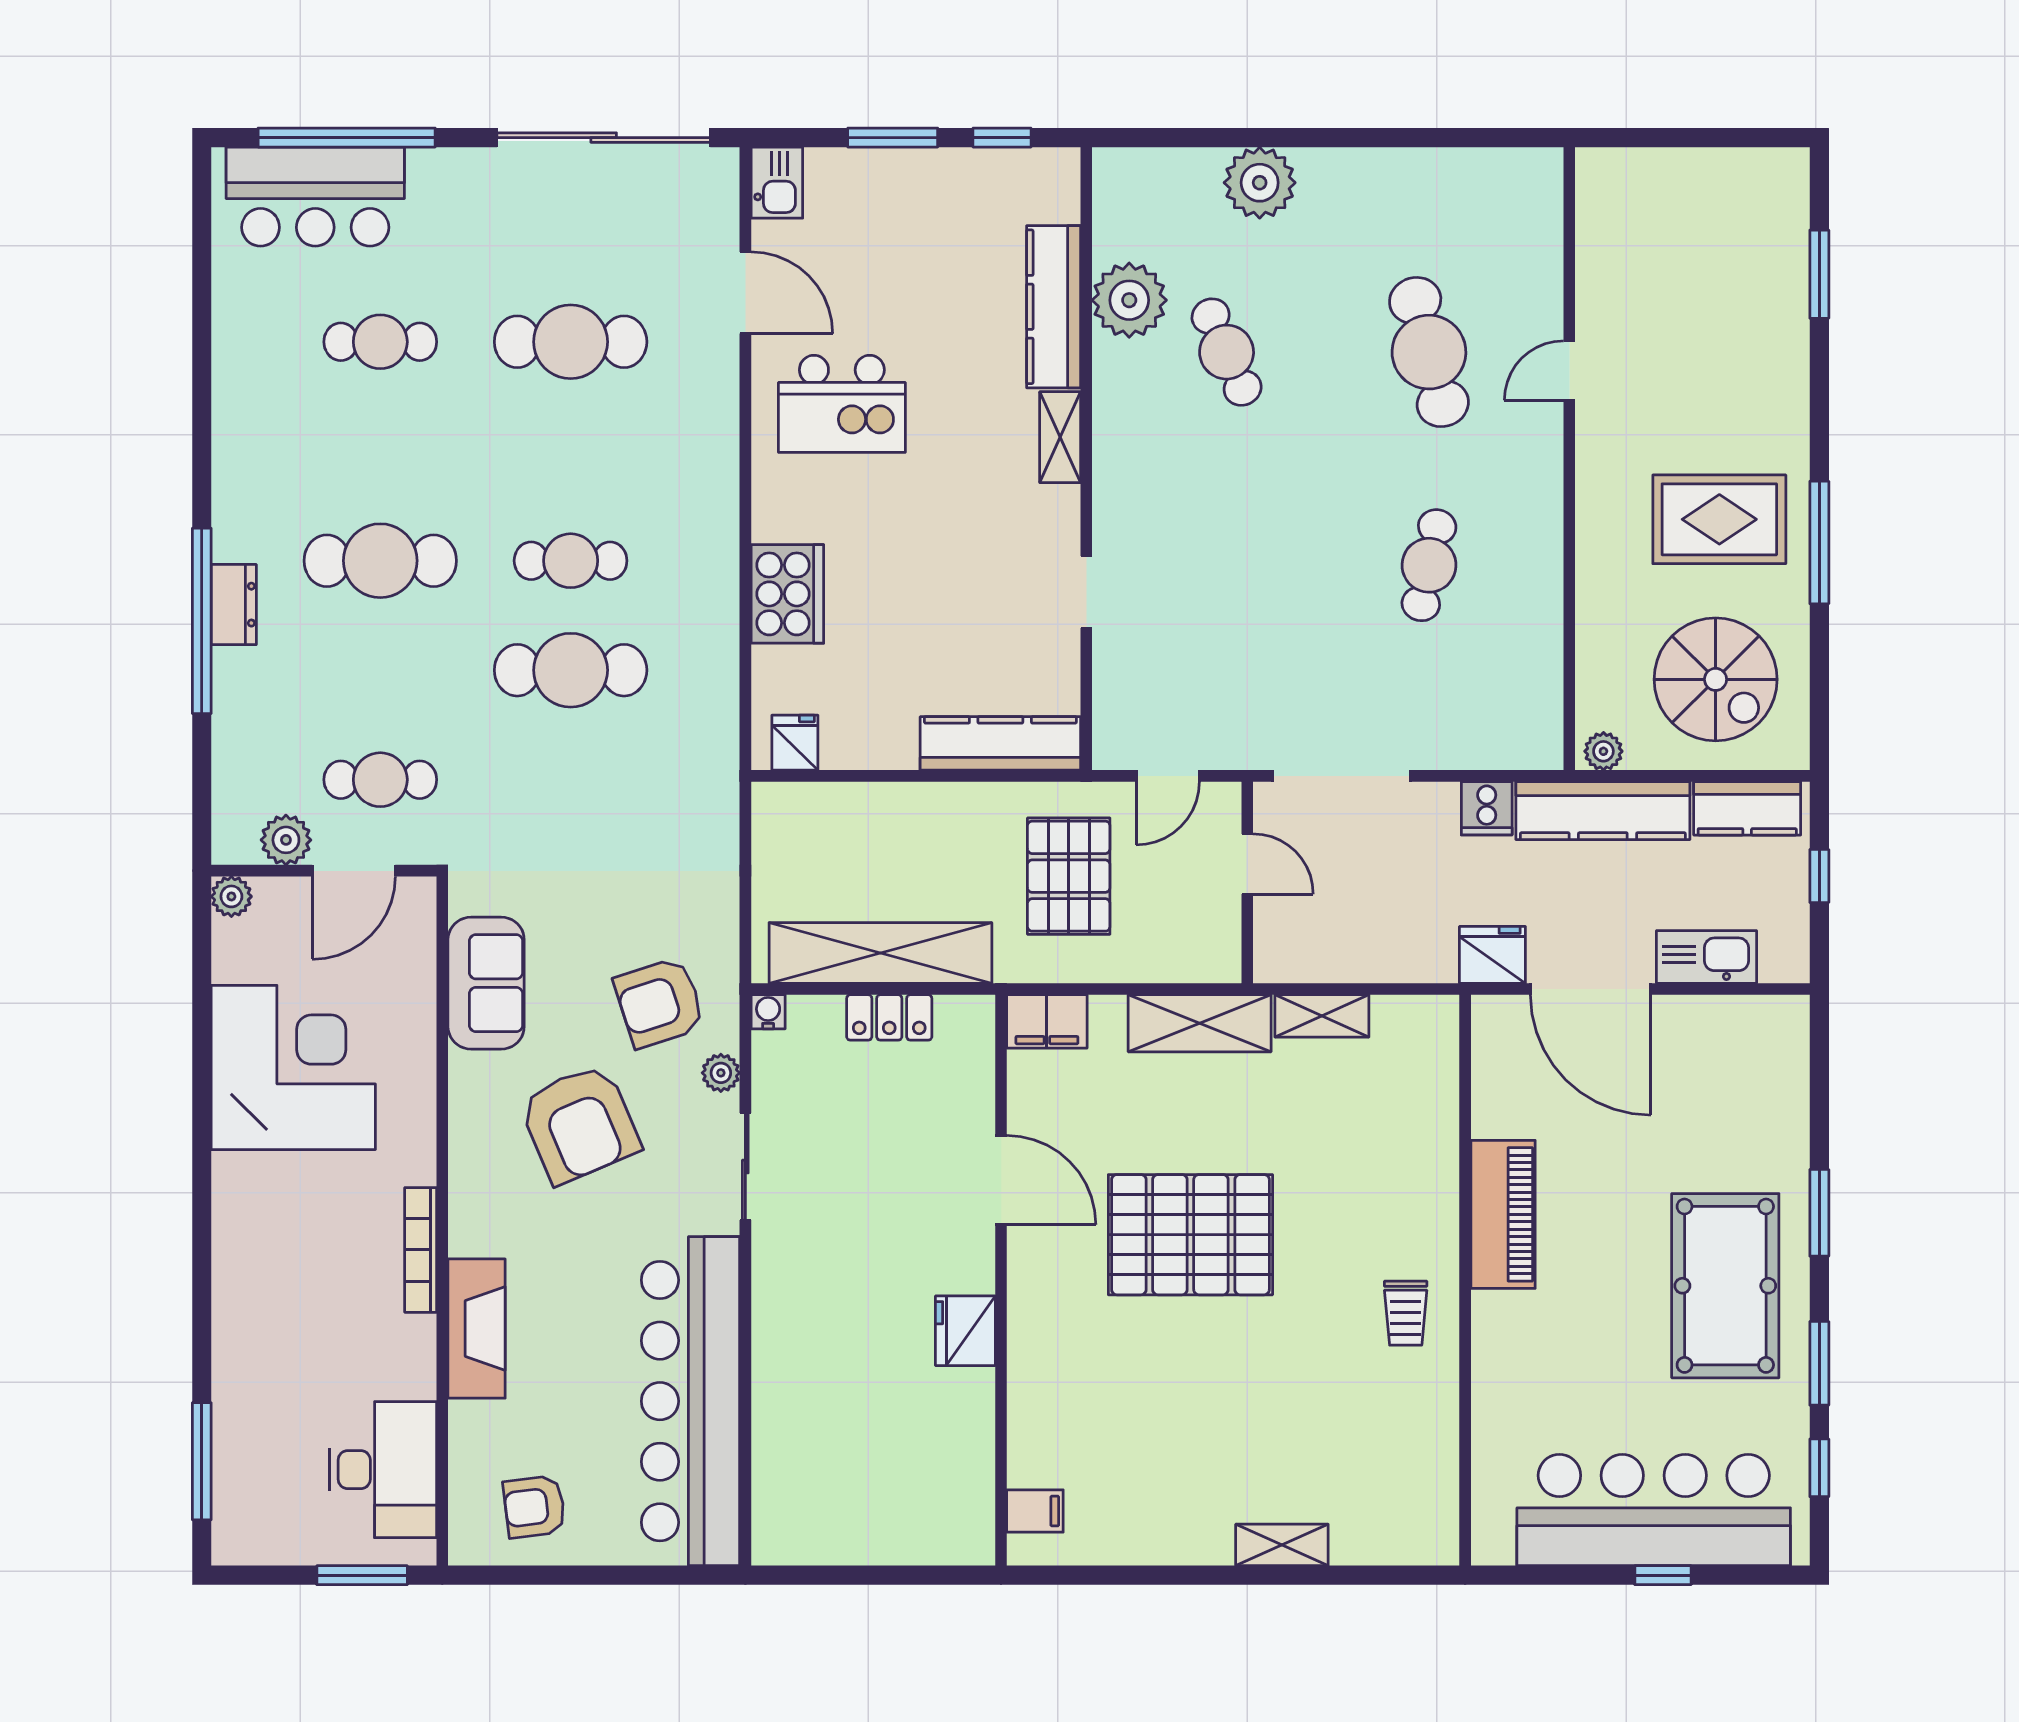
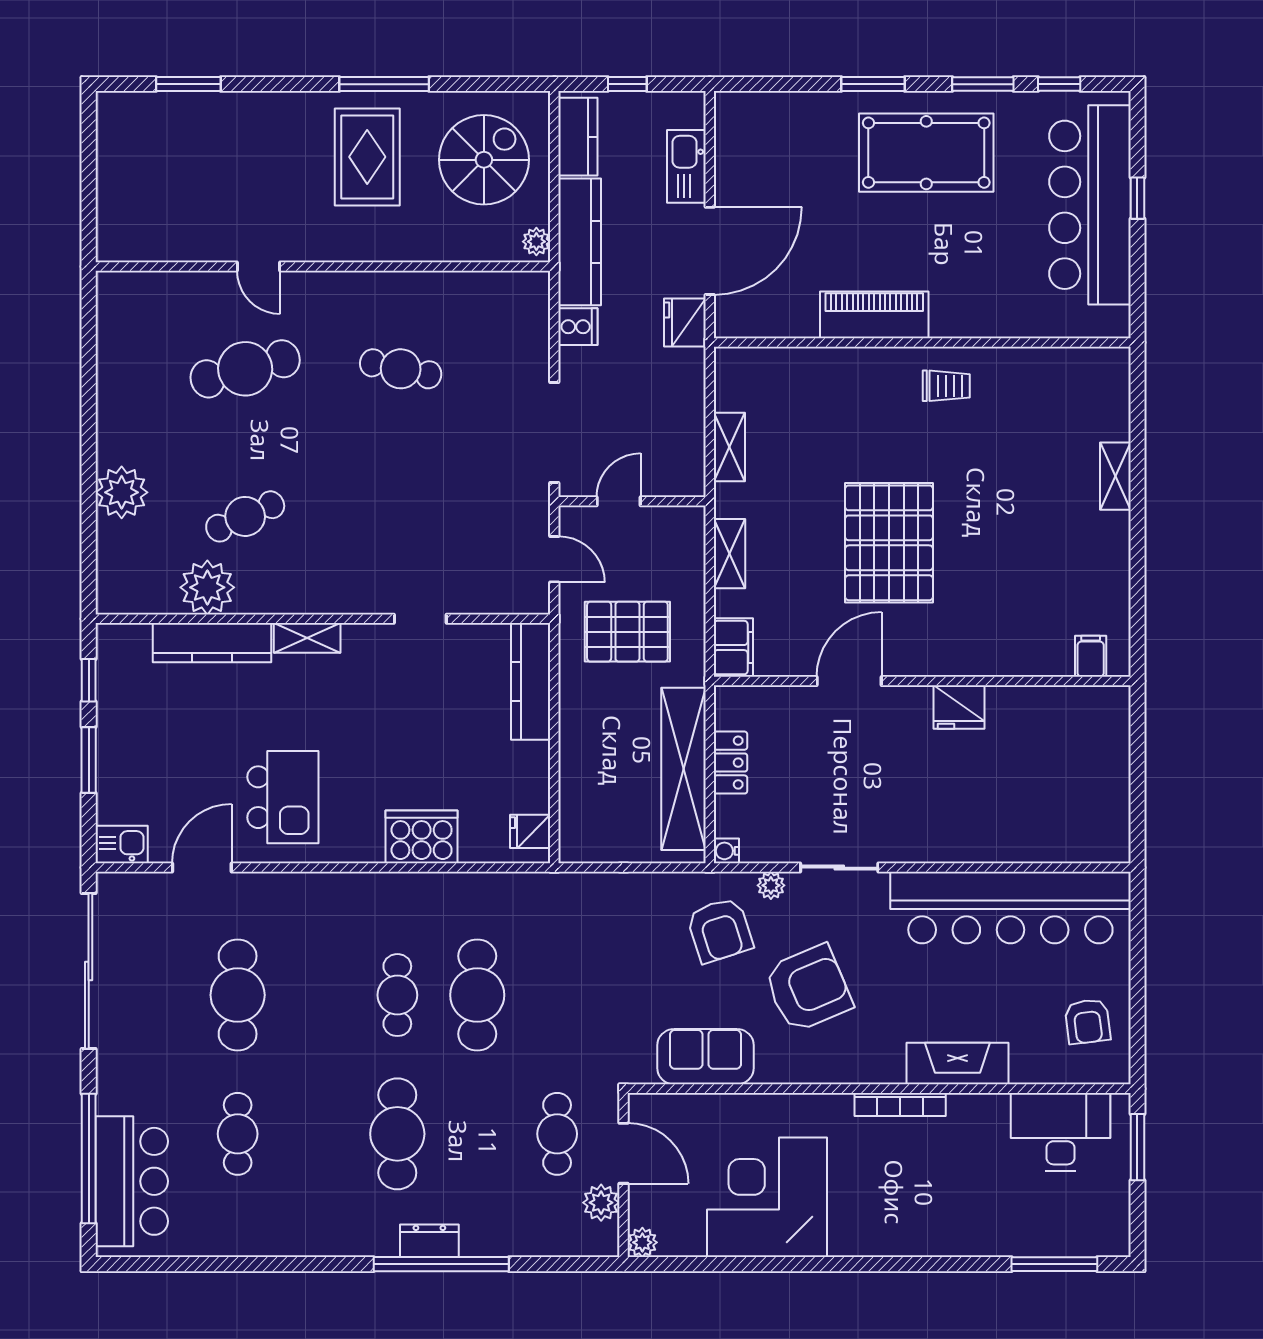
shelving: (1200, 1023) -> (730, 554), width x0.67, depth x0.75

